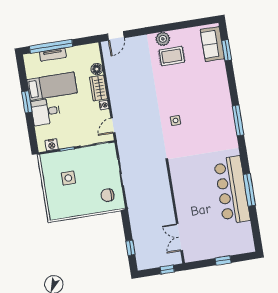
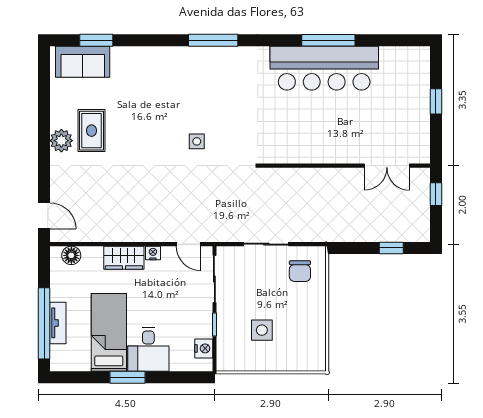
floor lamp: (97, 69) -> (71, 255), moved

